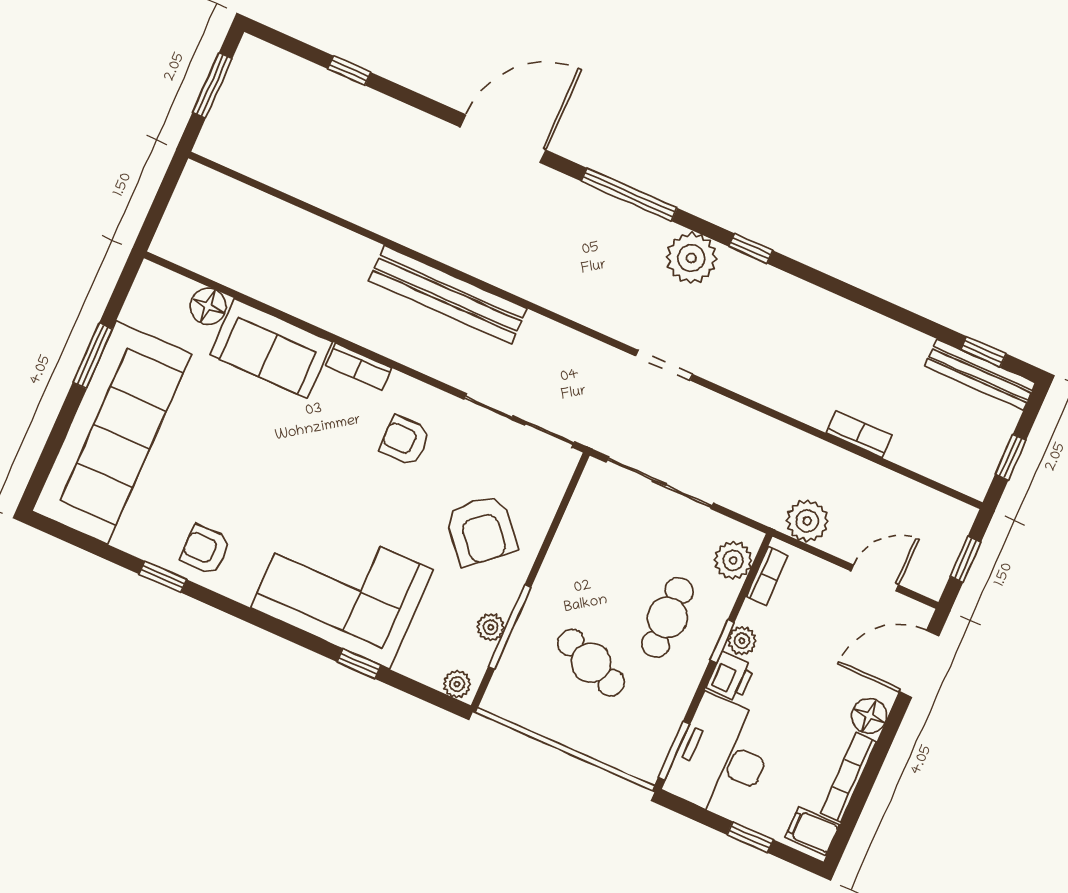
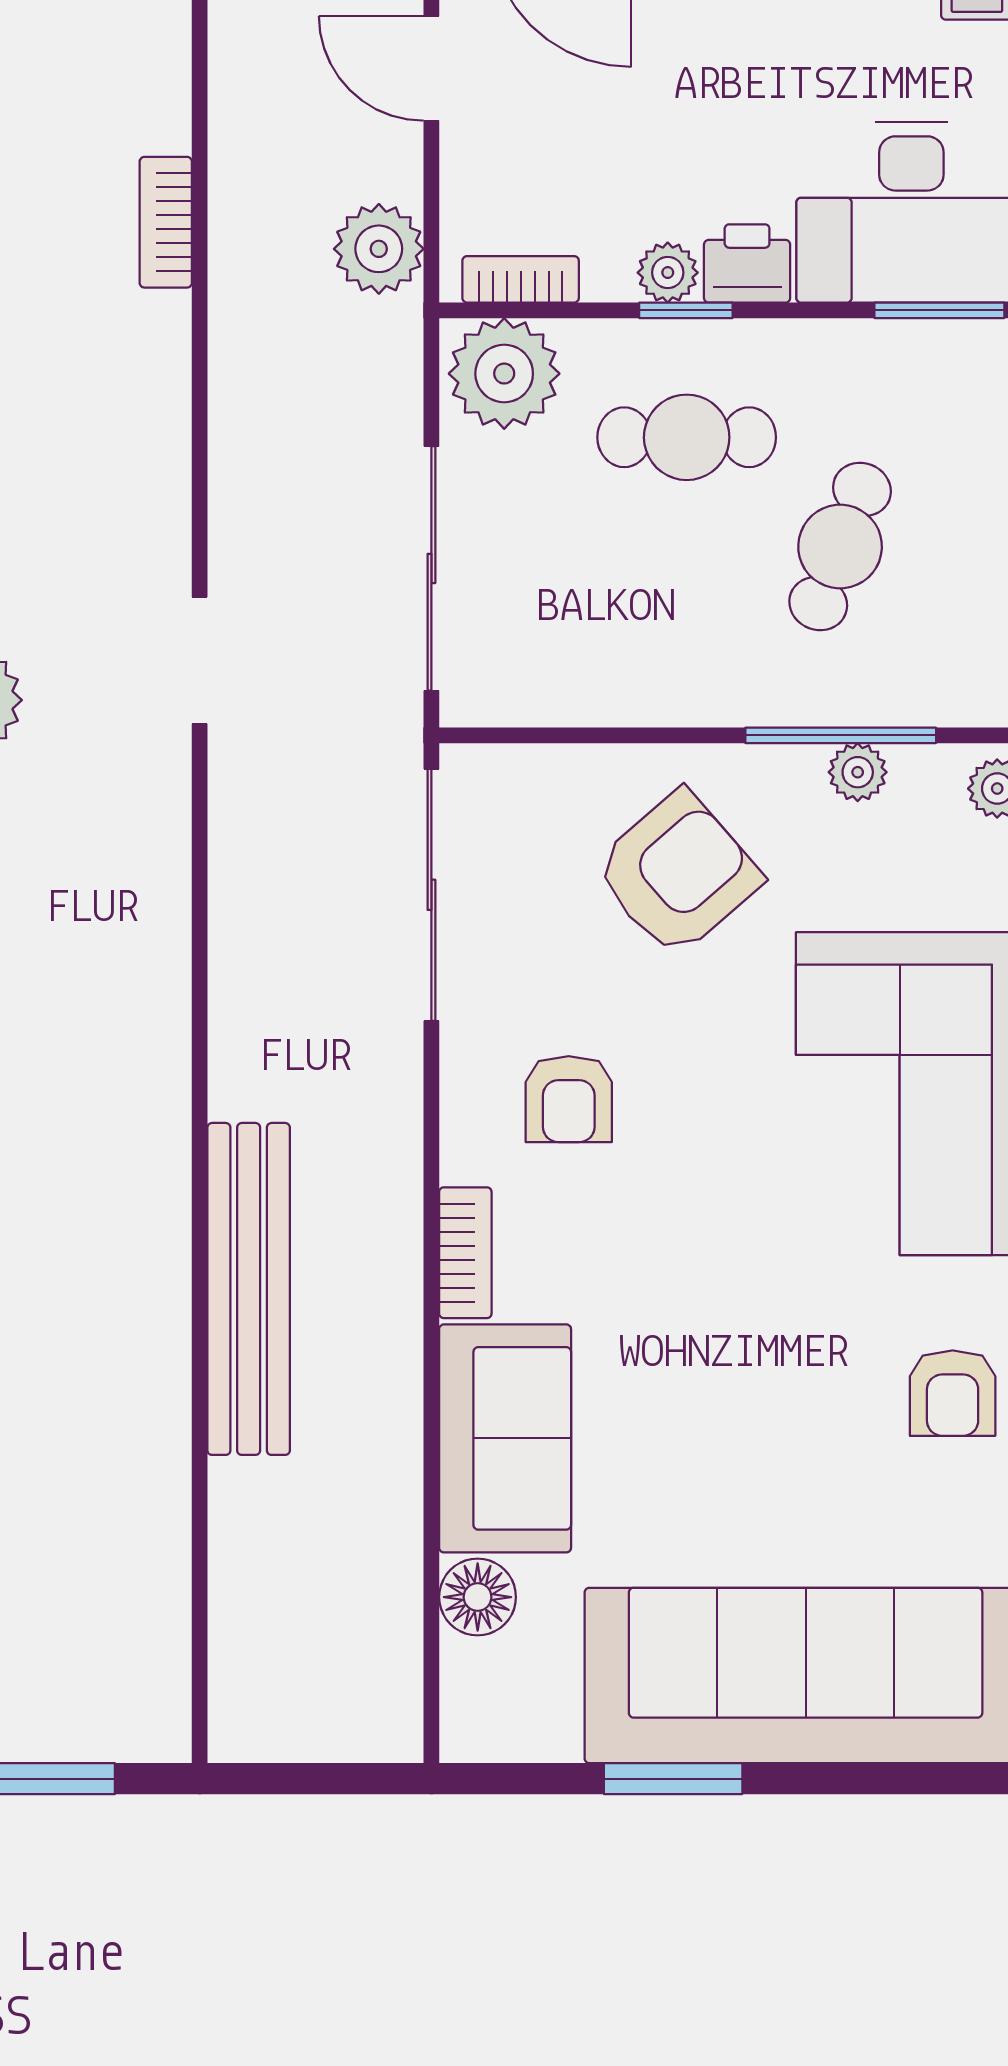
bench: (448, 295) -> (249, 1289), moved
plant: (733, 560) -> (504, 374), width x1.36, depth x1.36

